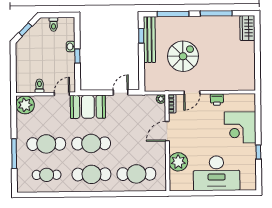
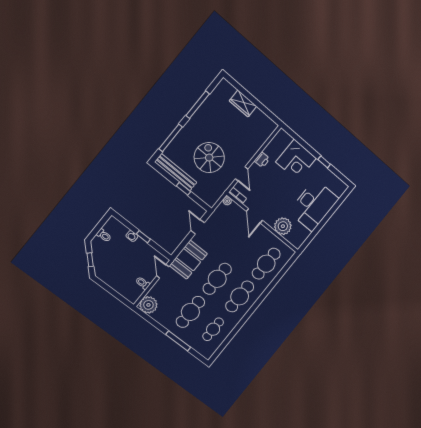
wardrobe: (247, 28) -> (243, 103), moved
window: (141, 36) -> (183, 189), moved

